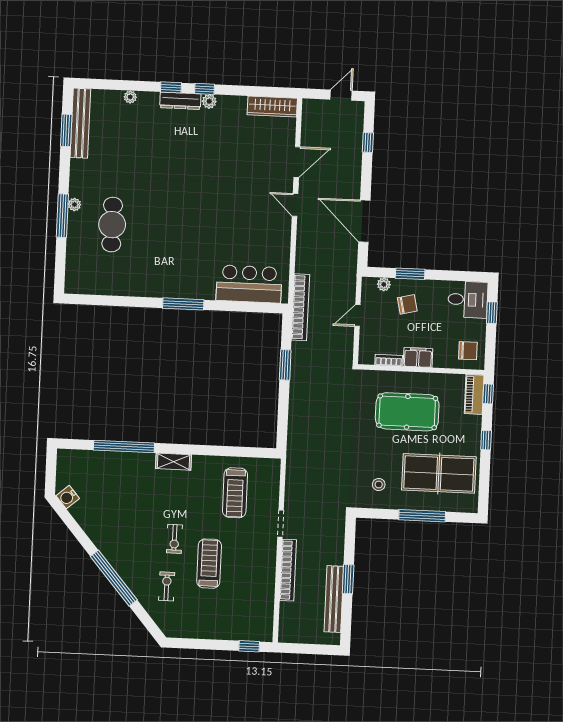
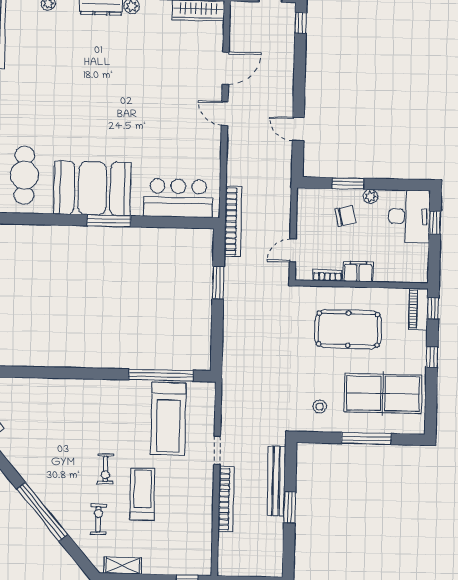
window: (368, 142) -> (301, 23), moved
door: (364, 221) -> (298, 129), width x0.53
cafe table: (112, 225) -> (24, 175), moved
booth: (168, 273) -> (92, 188), added
plant: (384, 284) -> (370, 196), moved
desk: (468, 300) -> (409, 216), width x1.37
door: (357, 316) -> (293, 250), moved
chair: (468, 351) -> (411, 263), removed
window: (124, 446) -> (161, 375), moved
shelving: (174, 462) -> (123, 565), moved
treadmill: (235, 493) -> (168, 419), width x1.37, depth x1.38
bench: (334, 599) -> (276, 481), moved

